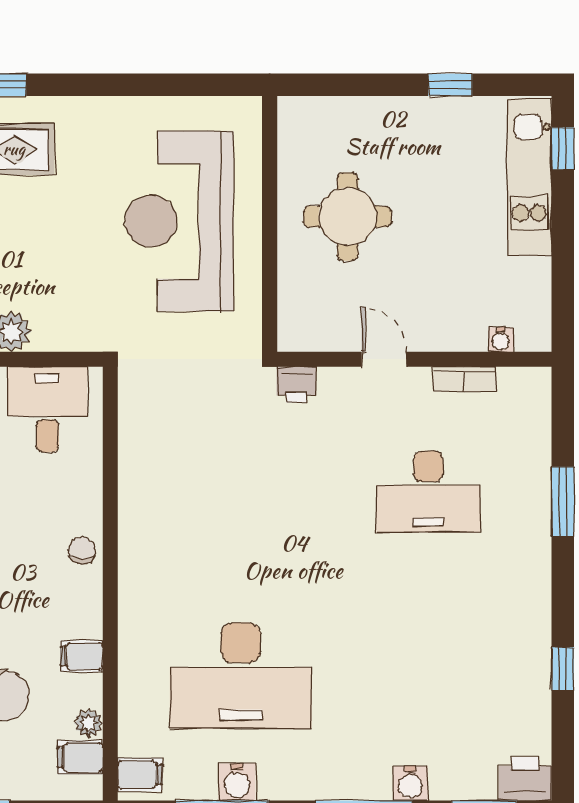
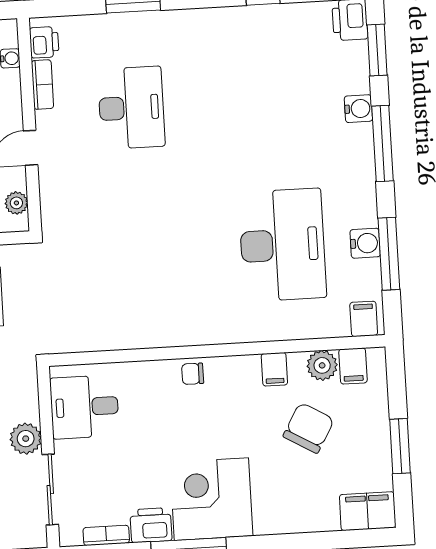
plant: (314, 337) -> (16, 203), added
printer: (296, 385) -> (44, 42), moved
plant: (88, 723) -> (322, 365), width x1.38, depth x1.38

